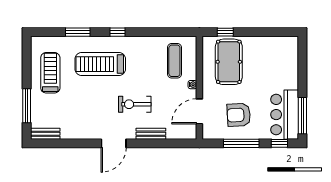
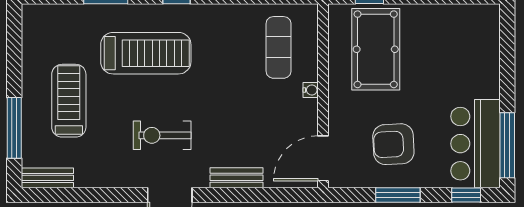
treadmill: (100, 64) -> (146, 53), turned 180
treadmill: (50, 73) -> (69, 101), moved
exercise bike: (135, 104) -> (162, 135), moved
door: (199, 111) -> (323, 158), moved
window: (241, 143) -> (398, 195), width x0.69

